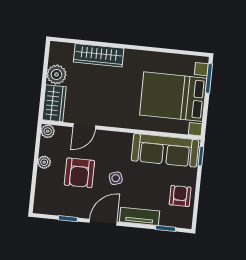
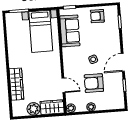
bed with nightstands: (173, 97) -> (41, 31), width x0.73
sofa: (165, 150) -> (70, 31), width x0.73
armchair: (79, 173) -> (94, 83), turned 180
tv unit: (140, 216) -> (115, 40), removed
door: (103, 222) -> (123, 62), hinge flipped

